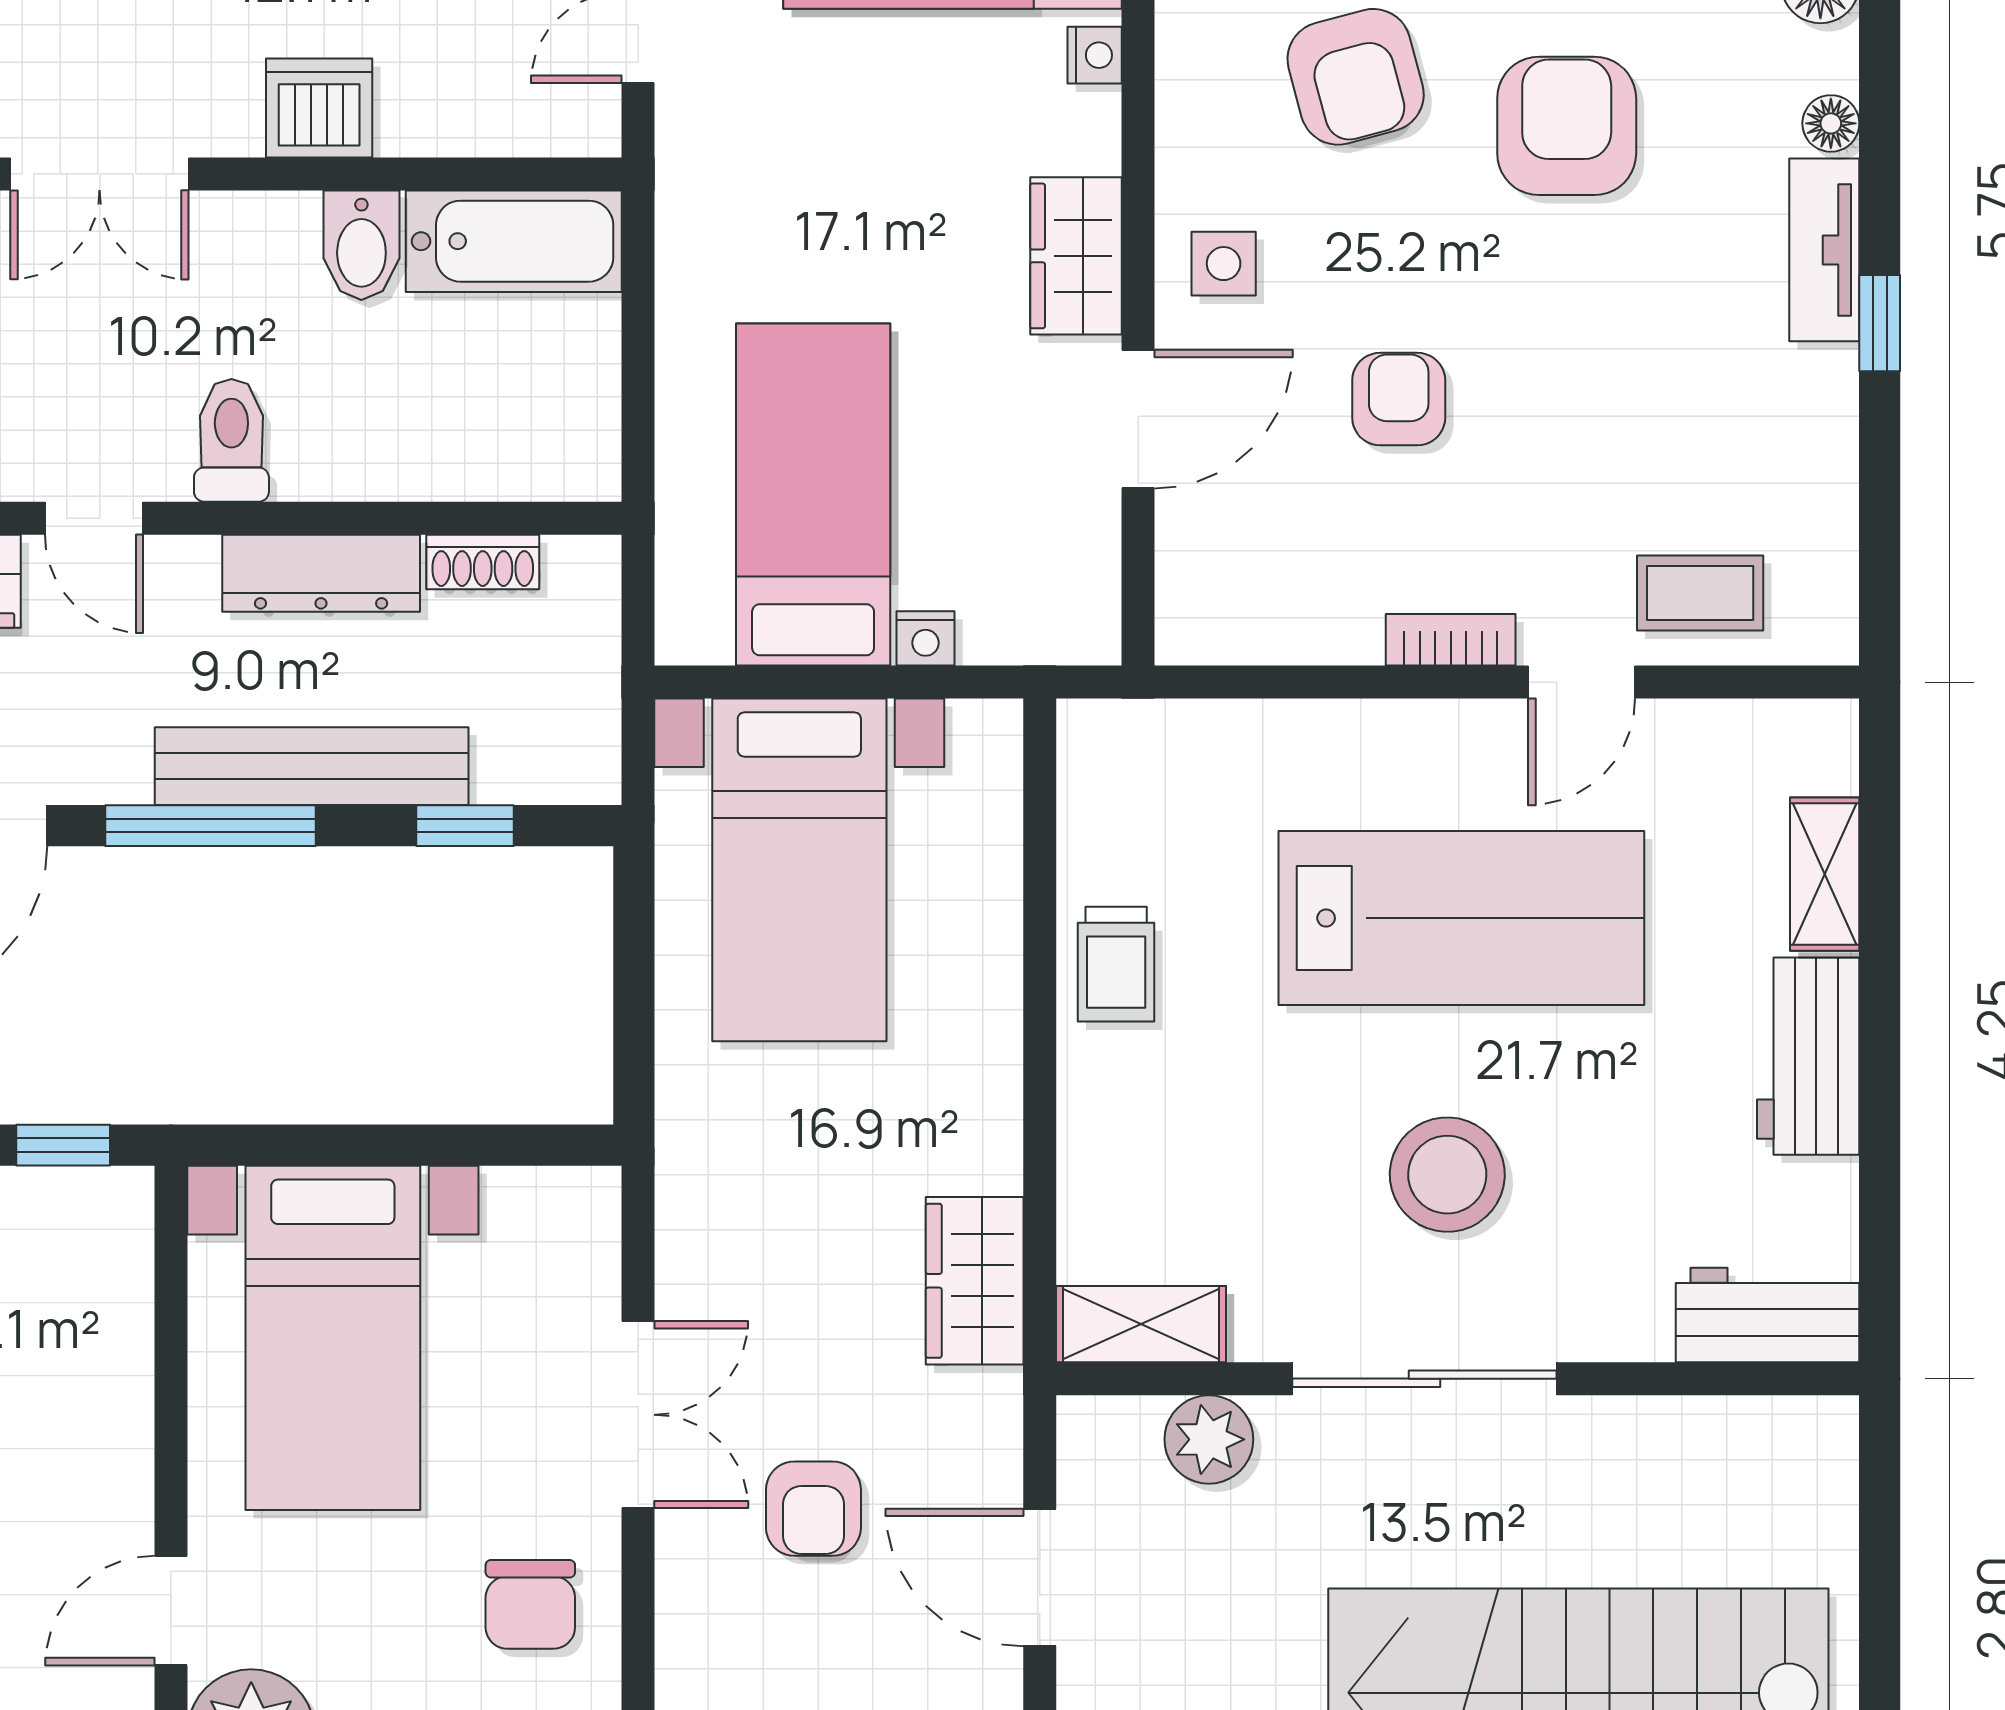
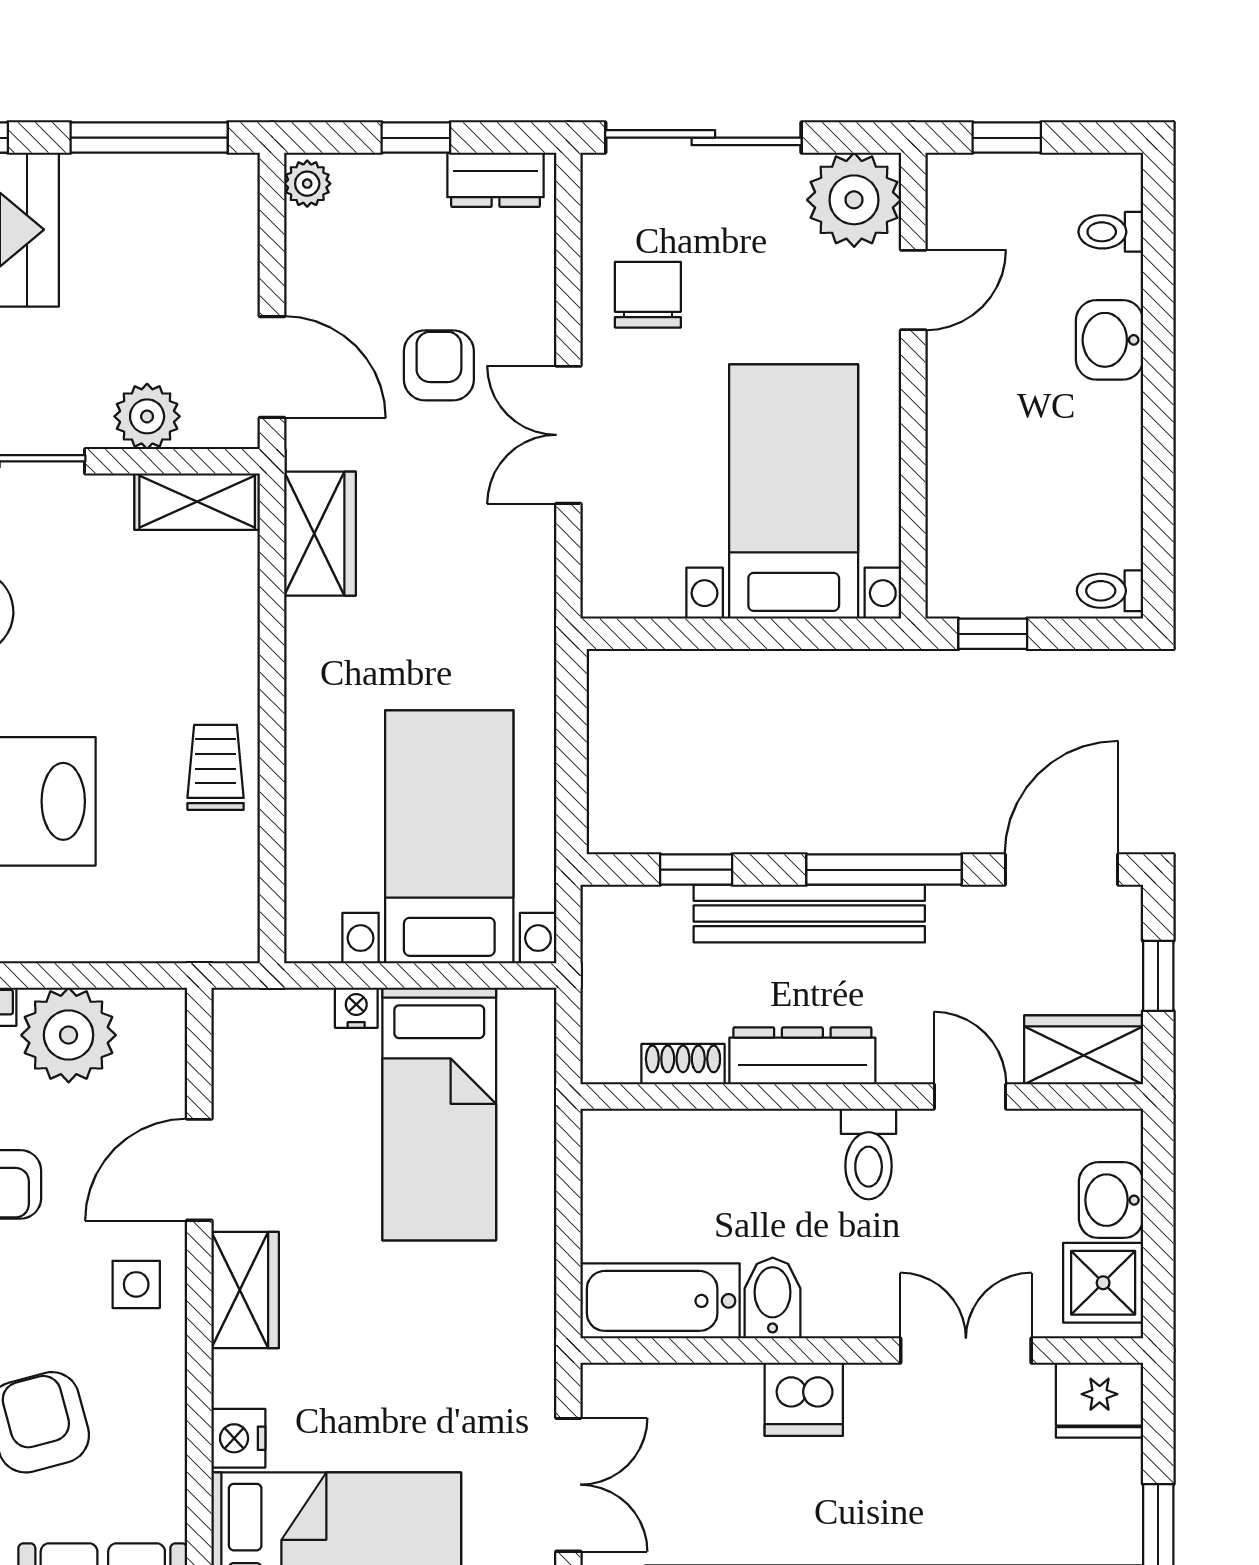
nightstand: (1095, 55) -> (238, 1438), width x1.39, depth x1.35
plant: (1315, 601) -> (69, 1035), added
door: (1040, 1577) -> (272, 367), moved

